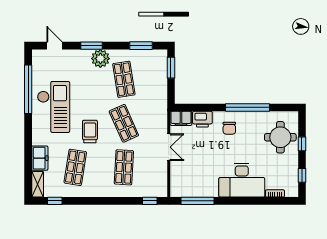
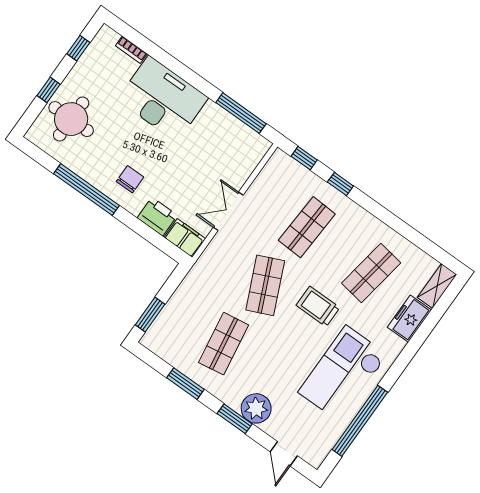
window: (141, 46) -> (185, 384), moved
plant: (100, 59) -> (256, 408), moved
trolley: (90, 132) -> (318, 307), turned 90
window: (55, 201) -> (340, 184), moved

